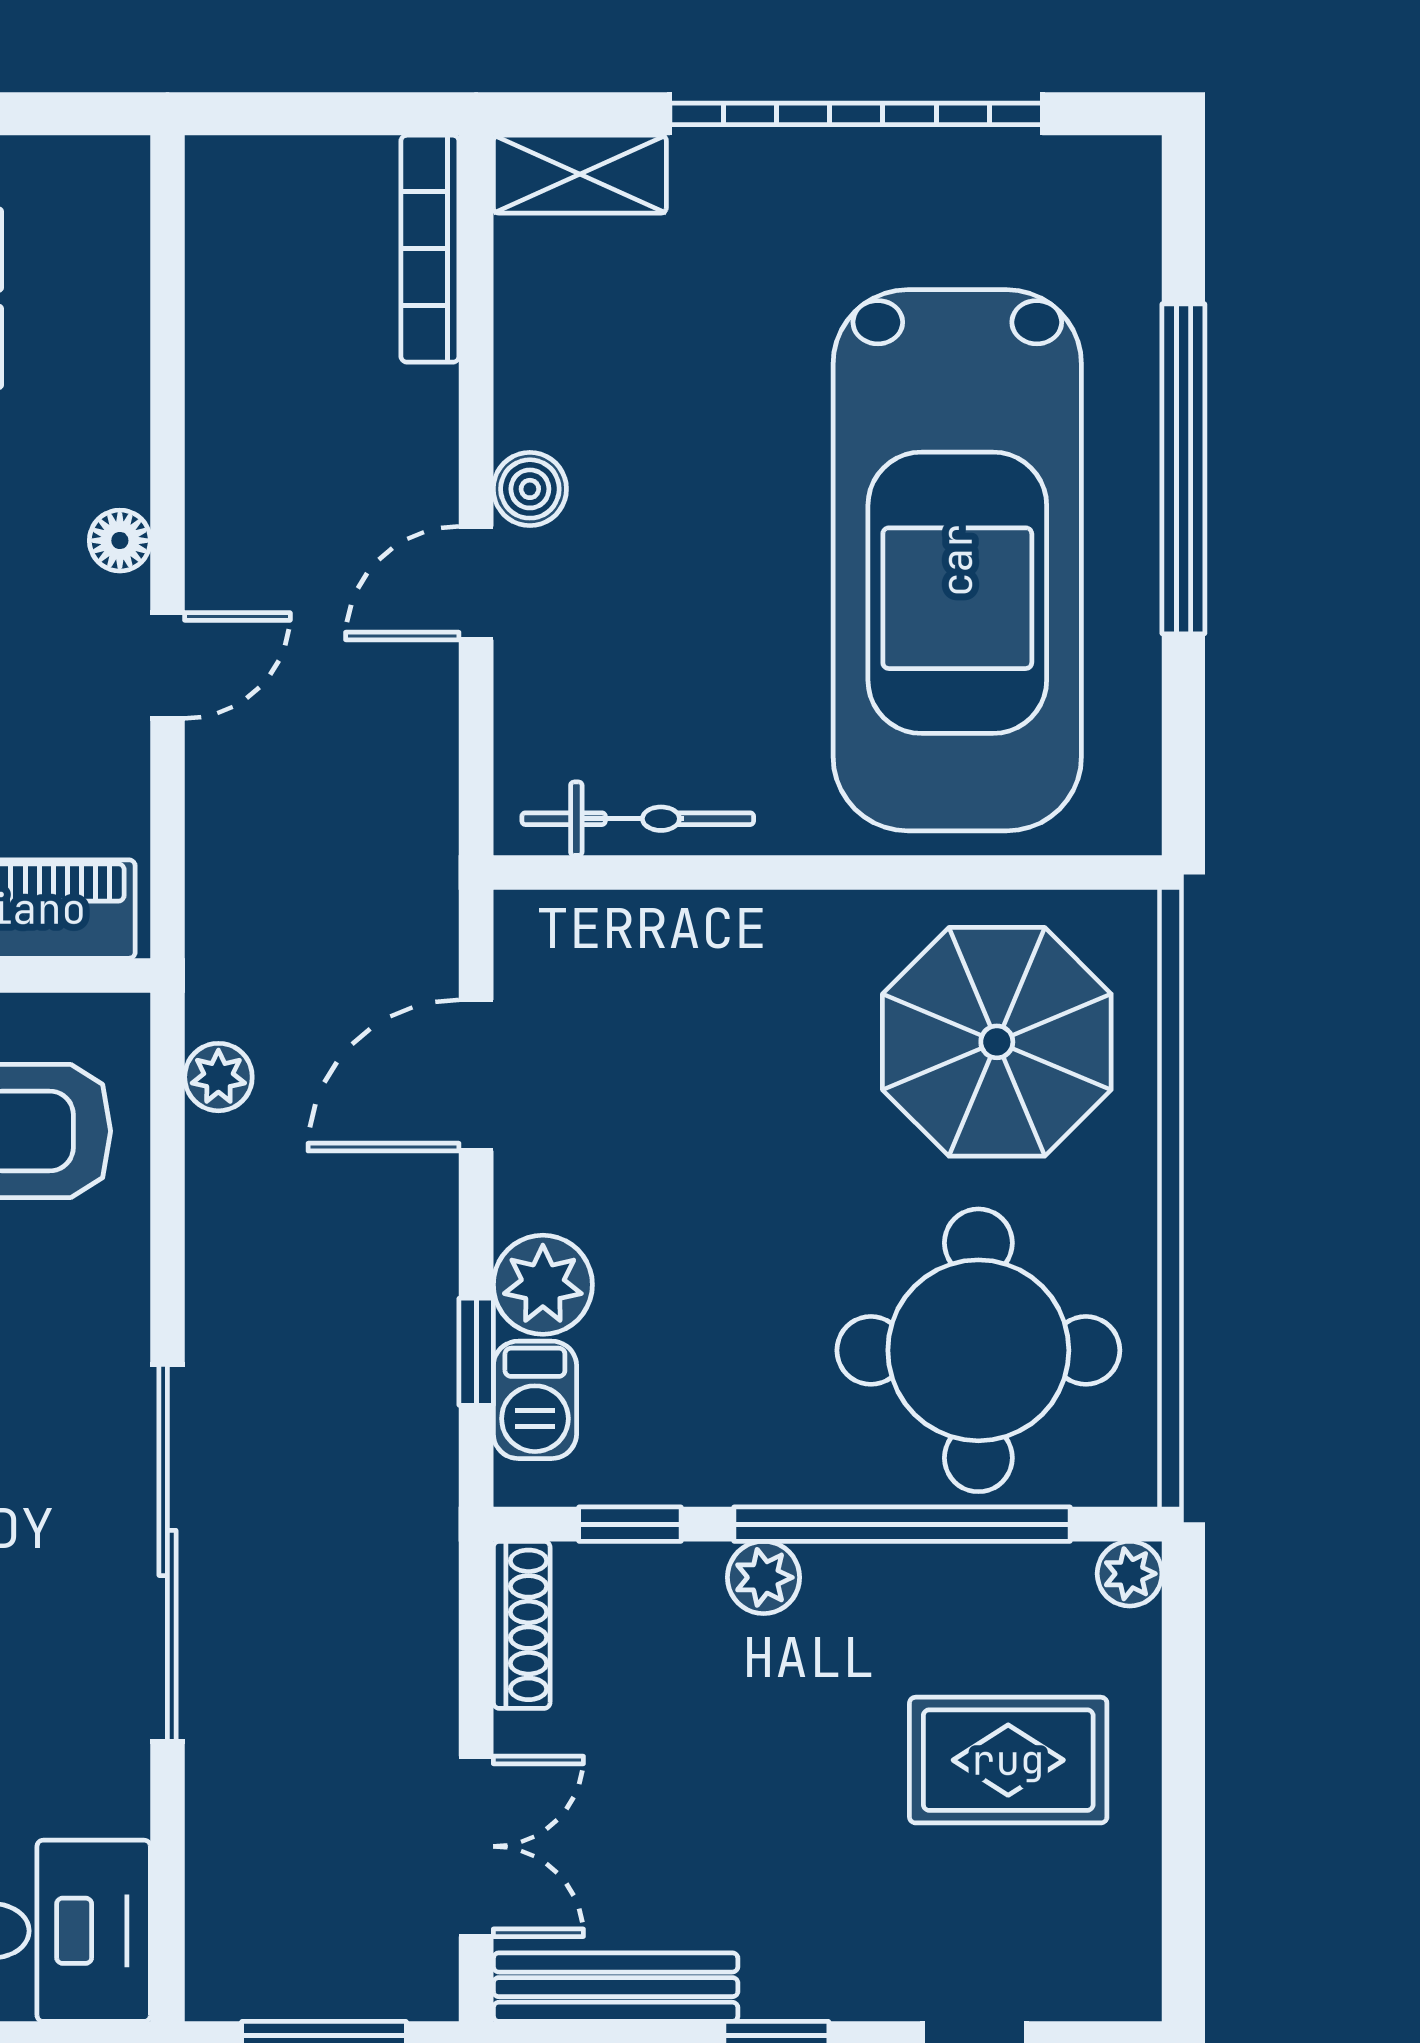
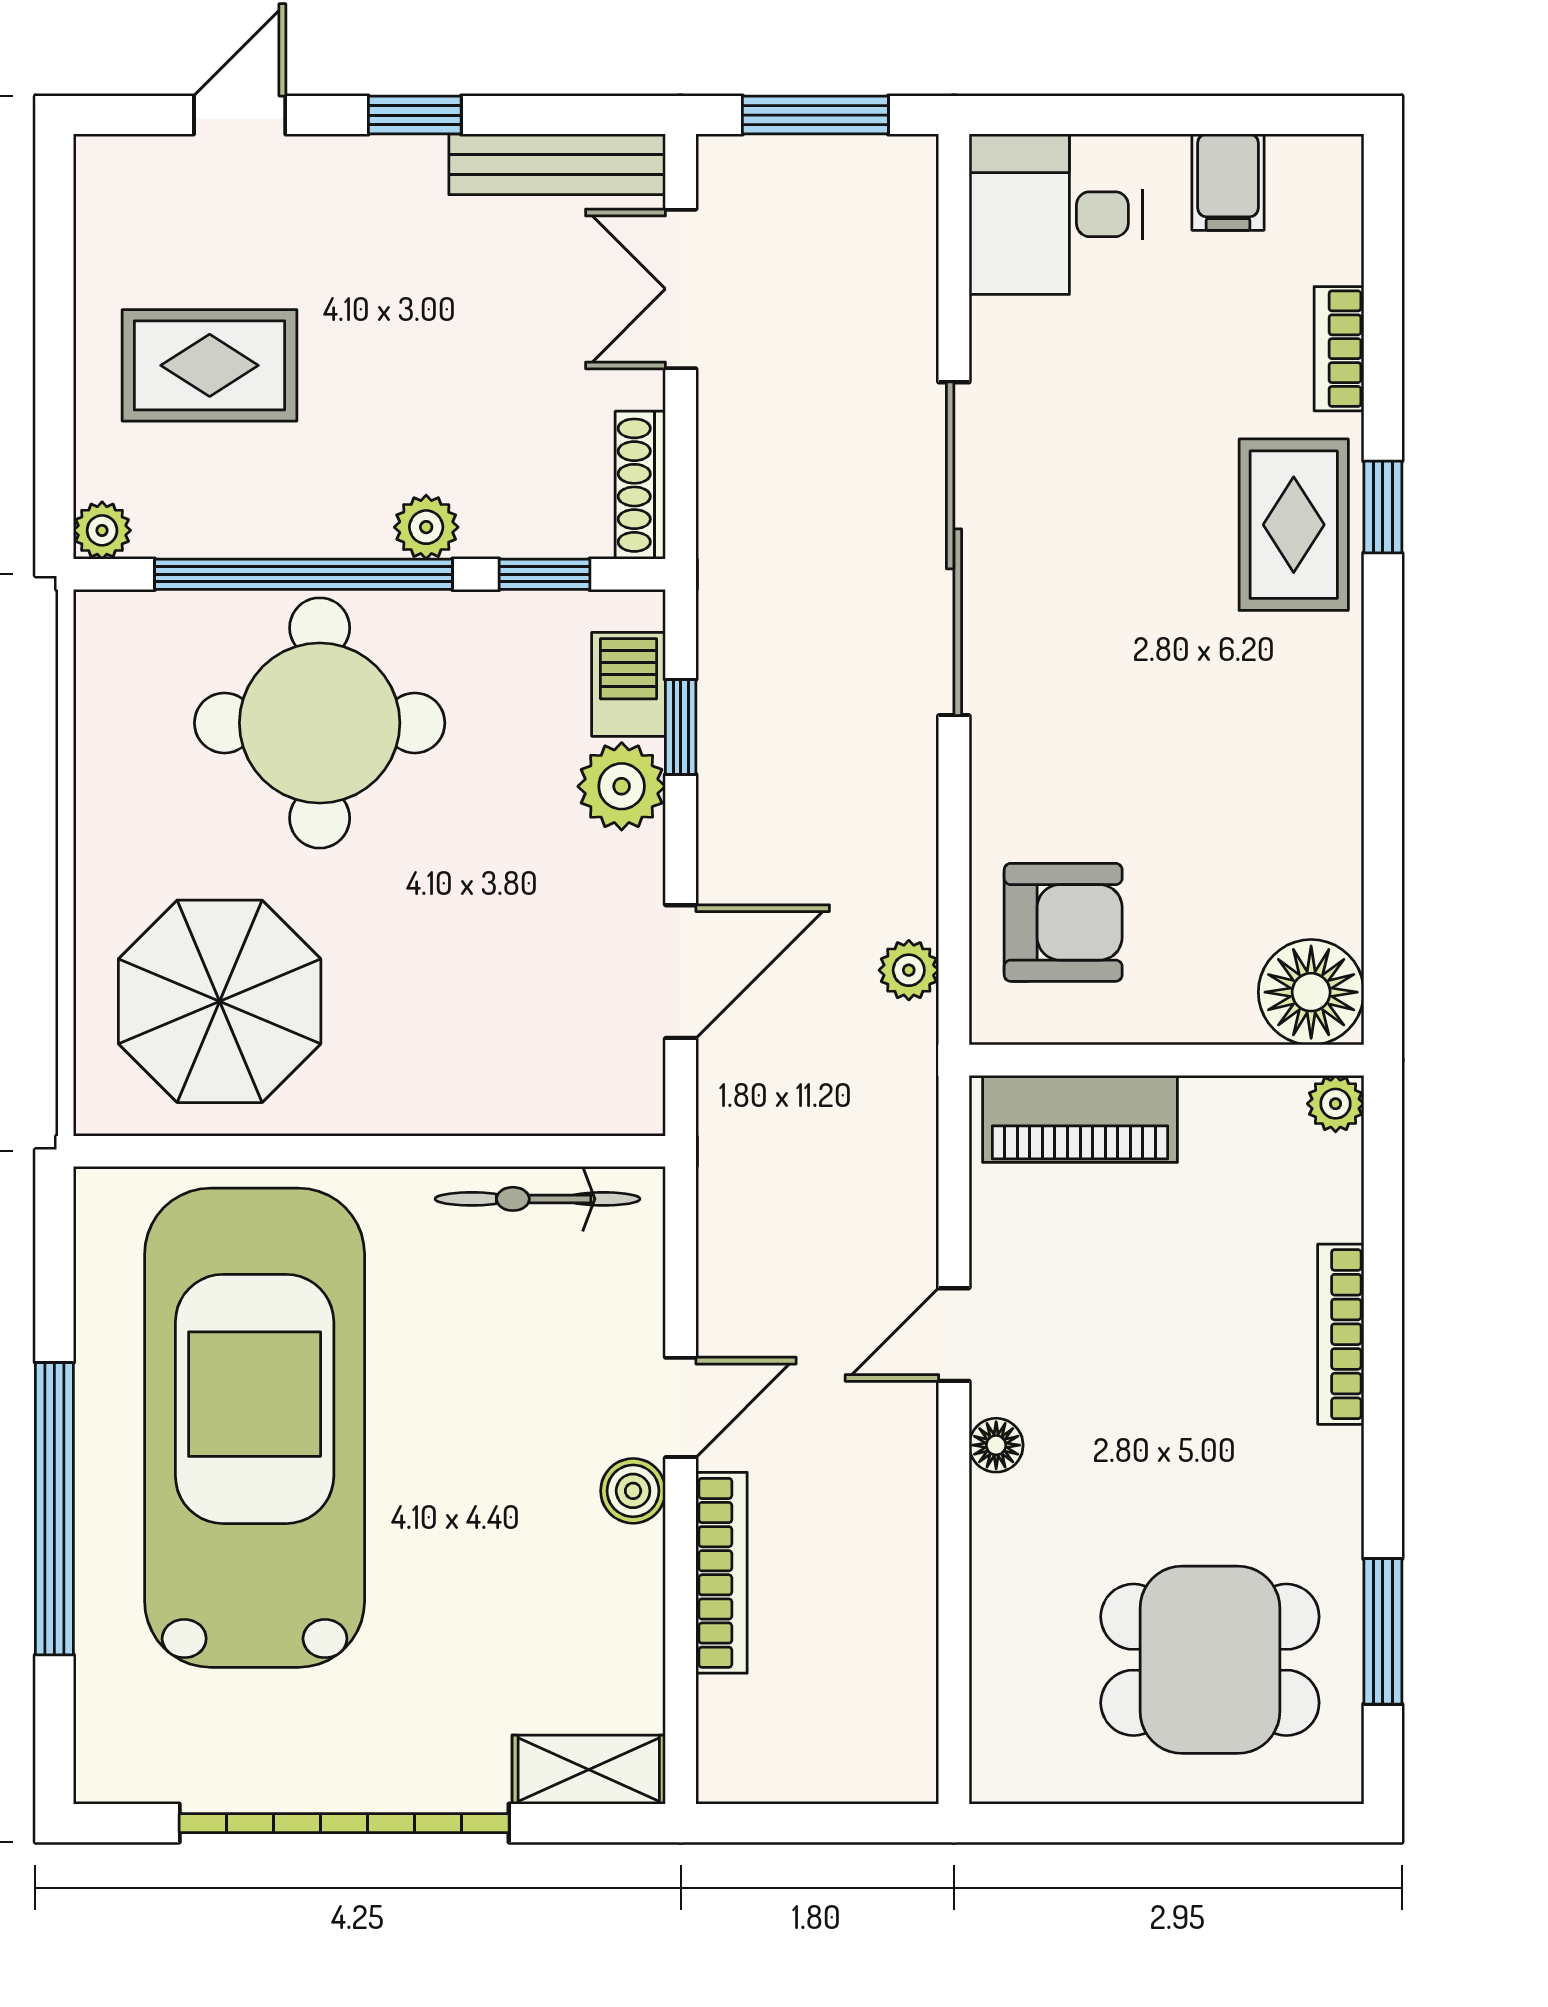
bookcase: (430, 249) -> (722, 1573), moved
round table: (978, 1350) -> (320, 723), moved

